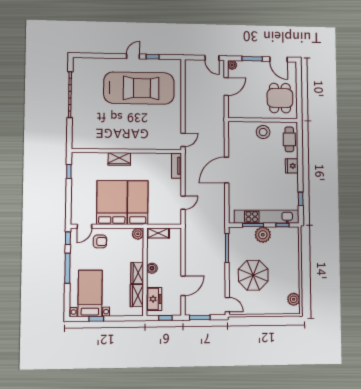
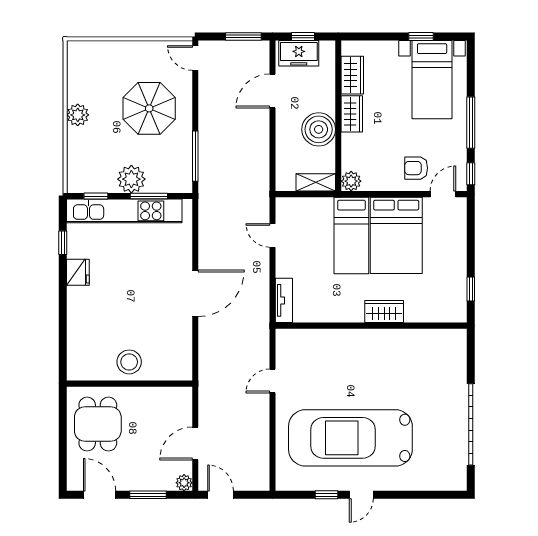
cafe table: (289, 139) -> (82, 349), removed
door: (183, 140) -> (273, 381), moved
fridge: (292, 166) -> (78, 272), moved
door: (183, 203) -> (273, 235), hinge flipped
boiler: (152, 268) -> (319, 129), width x1.86, depth x1.86
freezer: (154, 299) -> (299, 53), moved, turned -90
plant: (294, 299) -> (78, 115), moved

